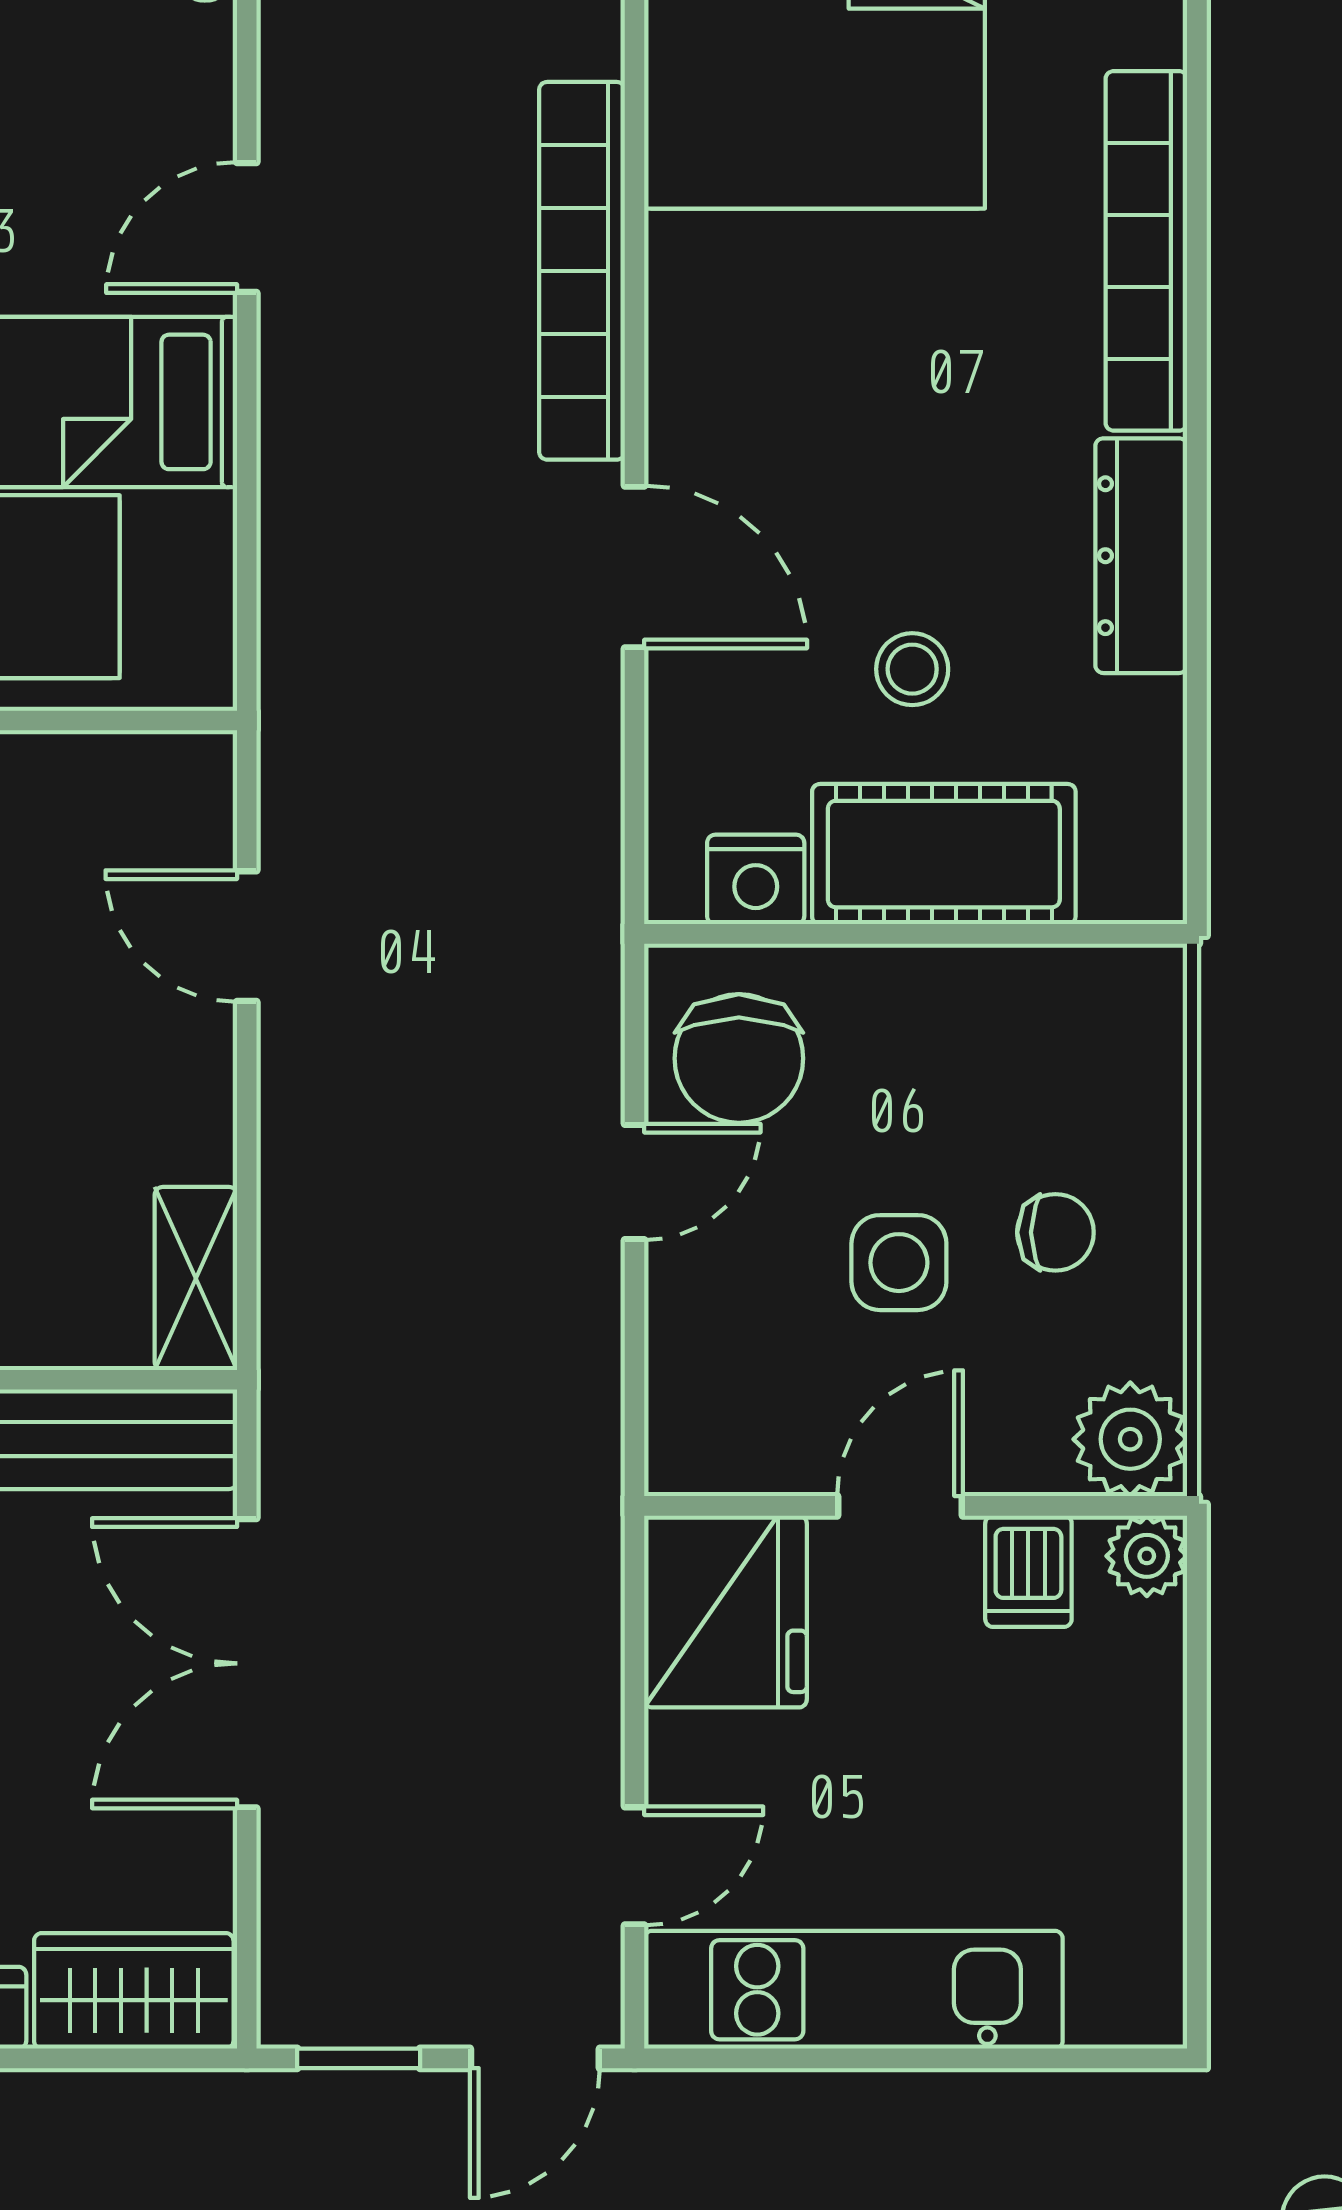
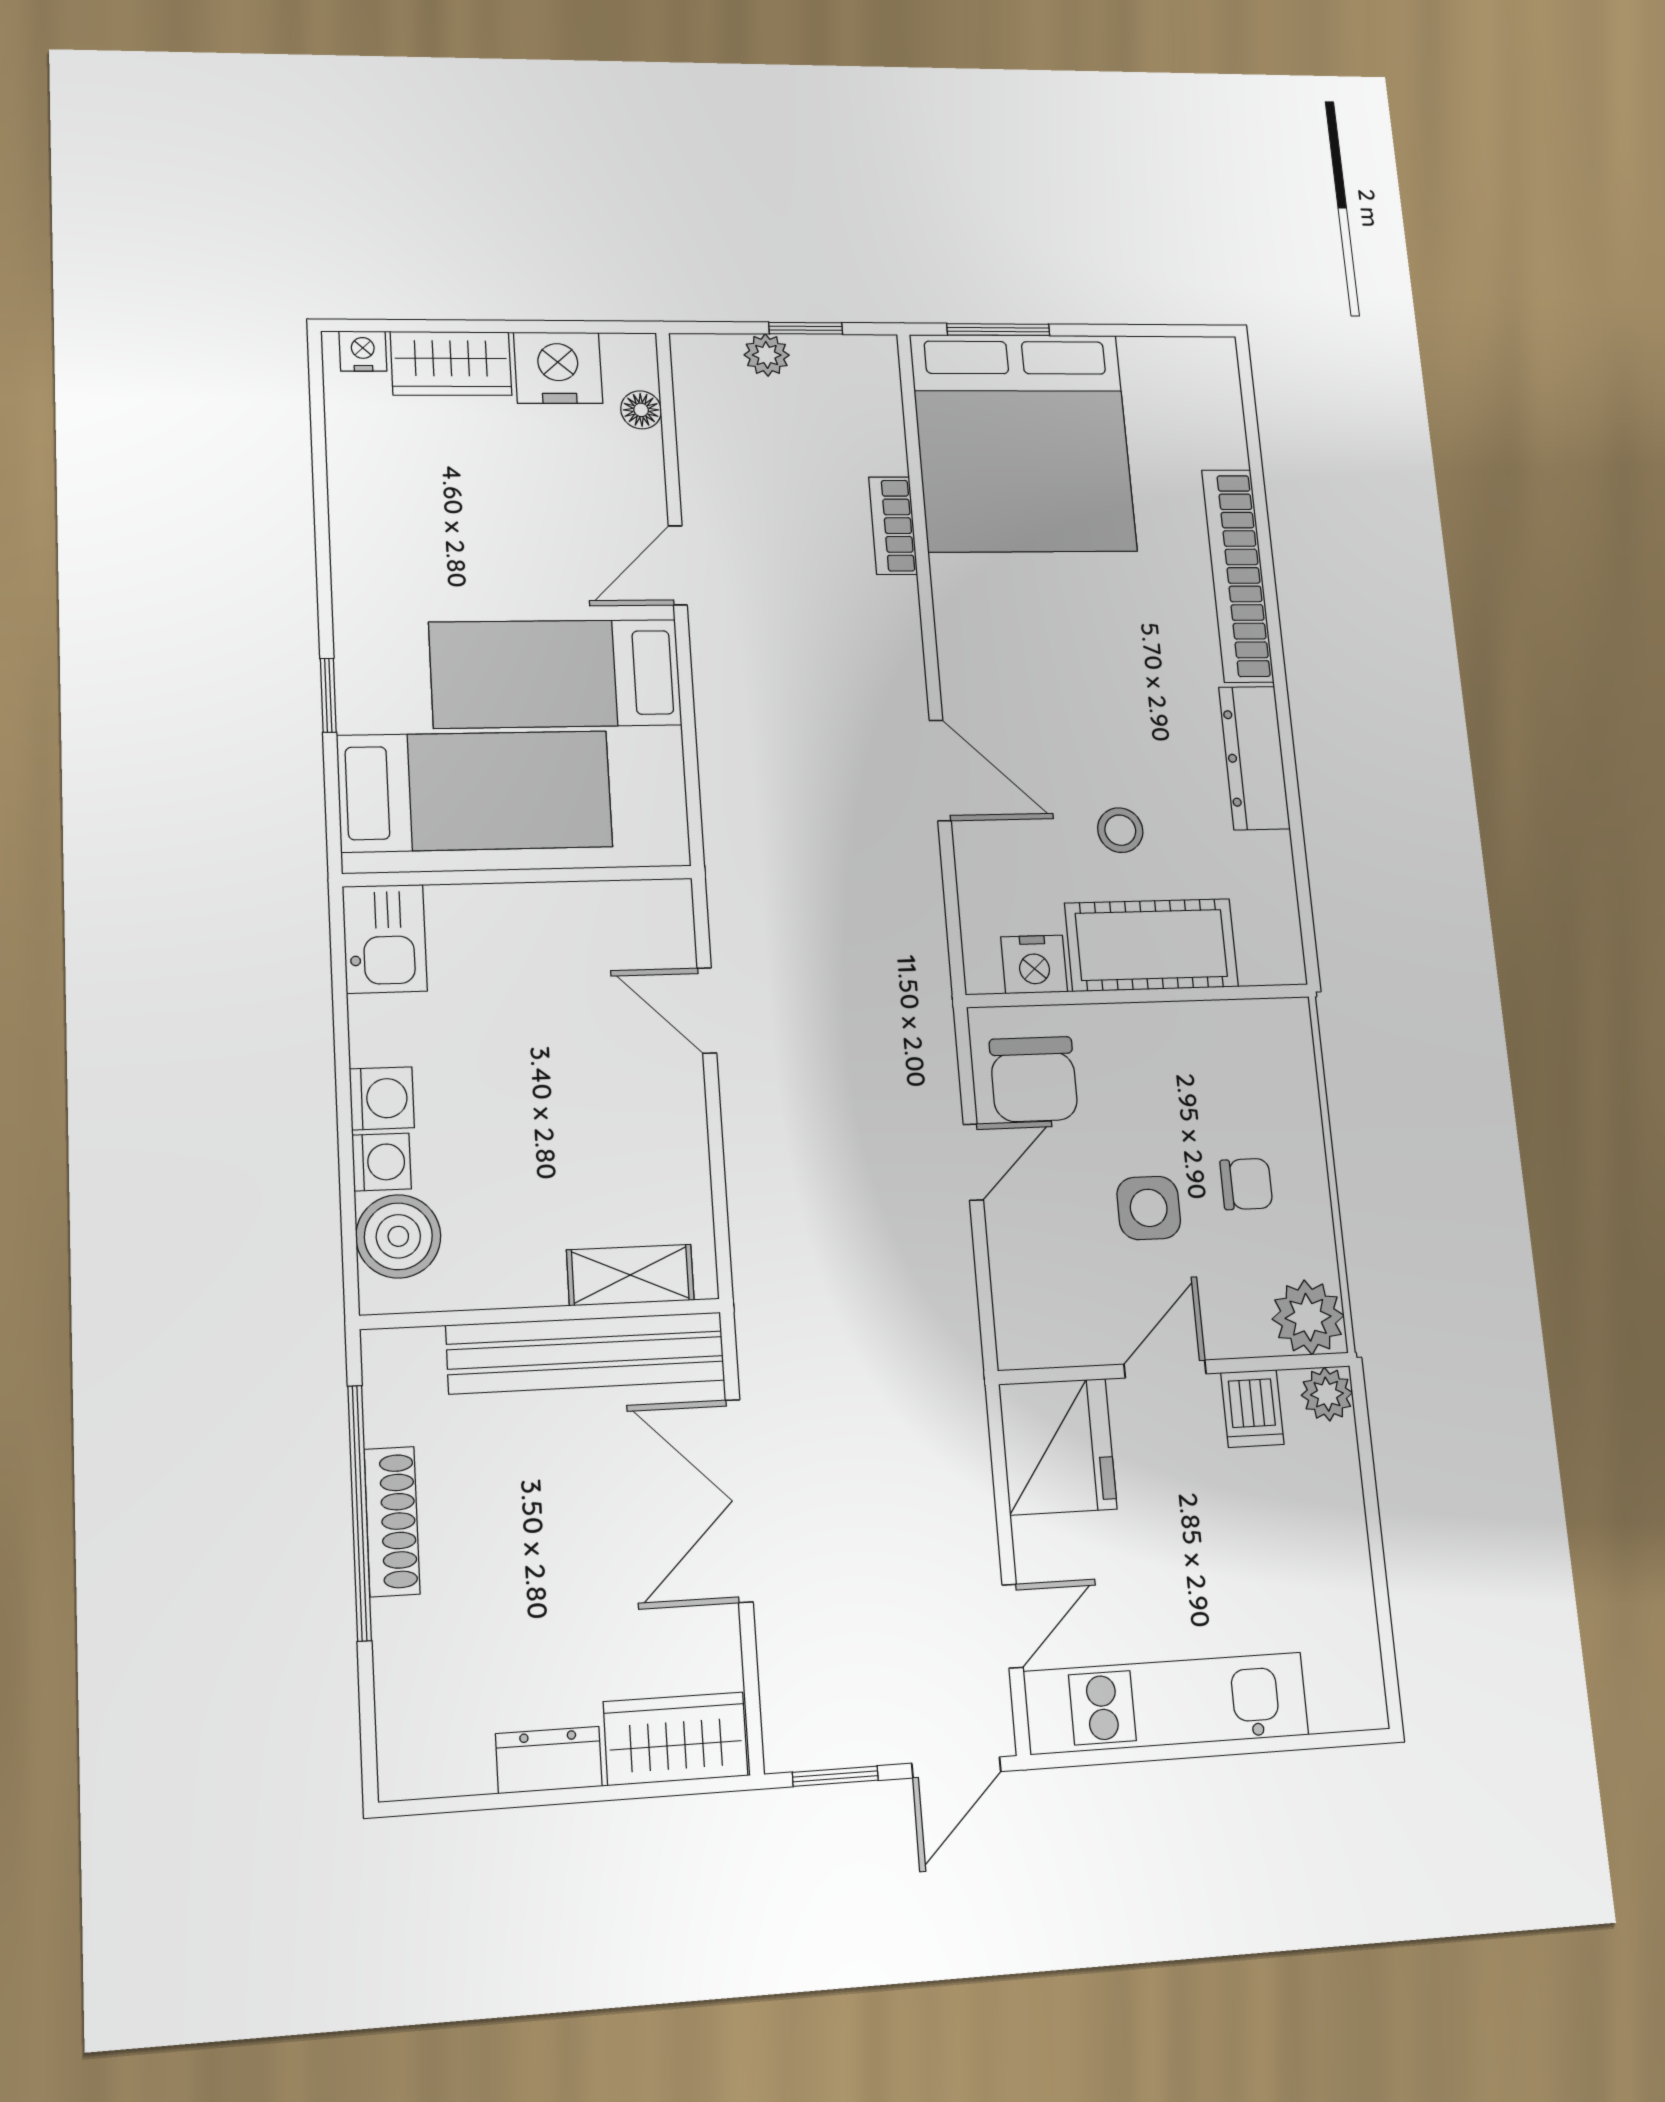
bookcase: (582, 271) -> (893, 526), width x0.43, depth x0.76
shelving: (196, 1279) -> (630, 1275), moved, turned 90

